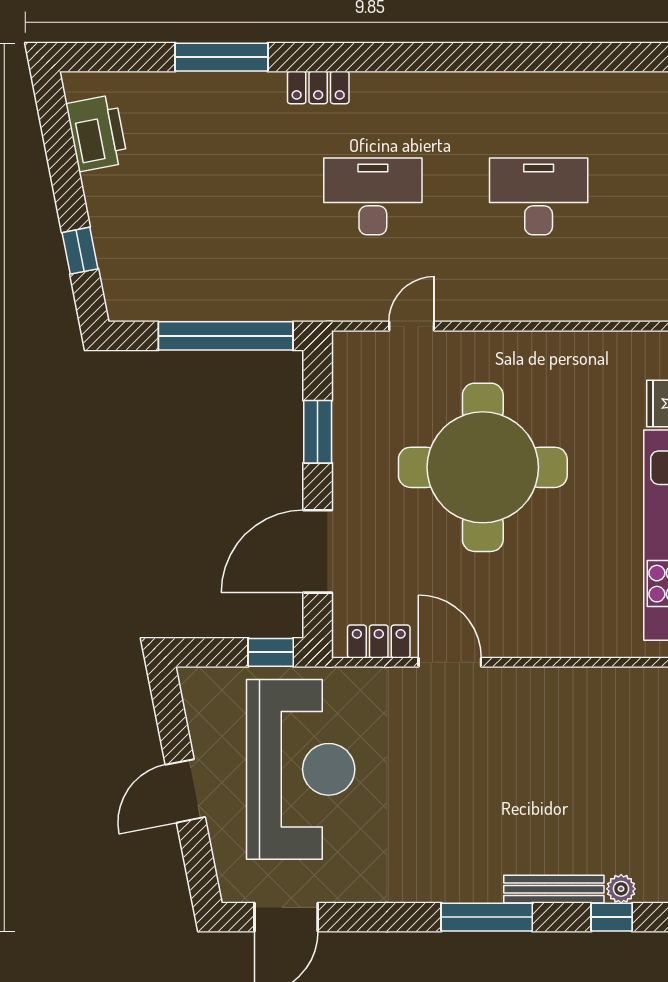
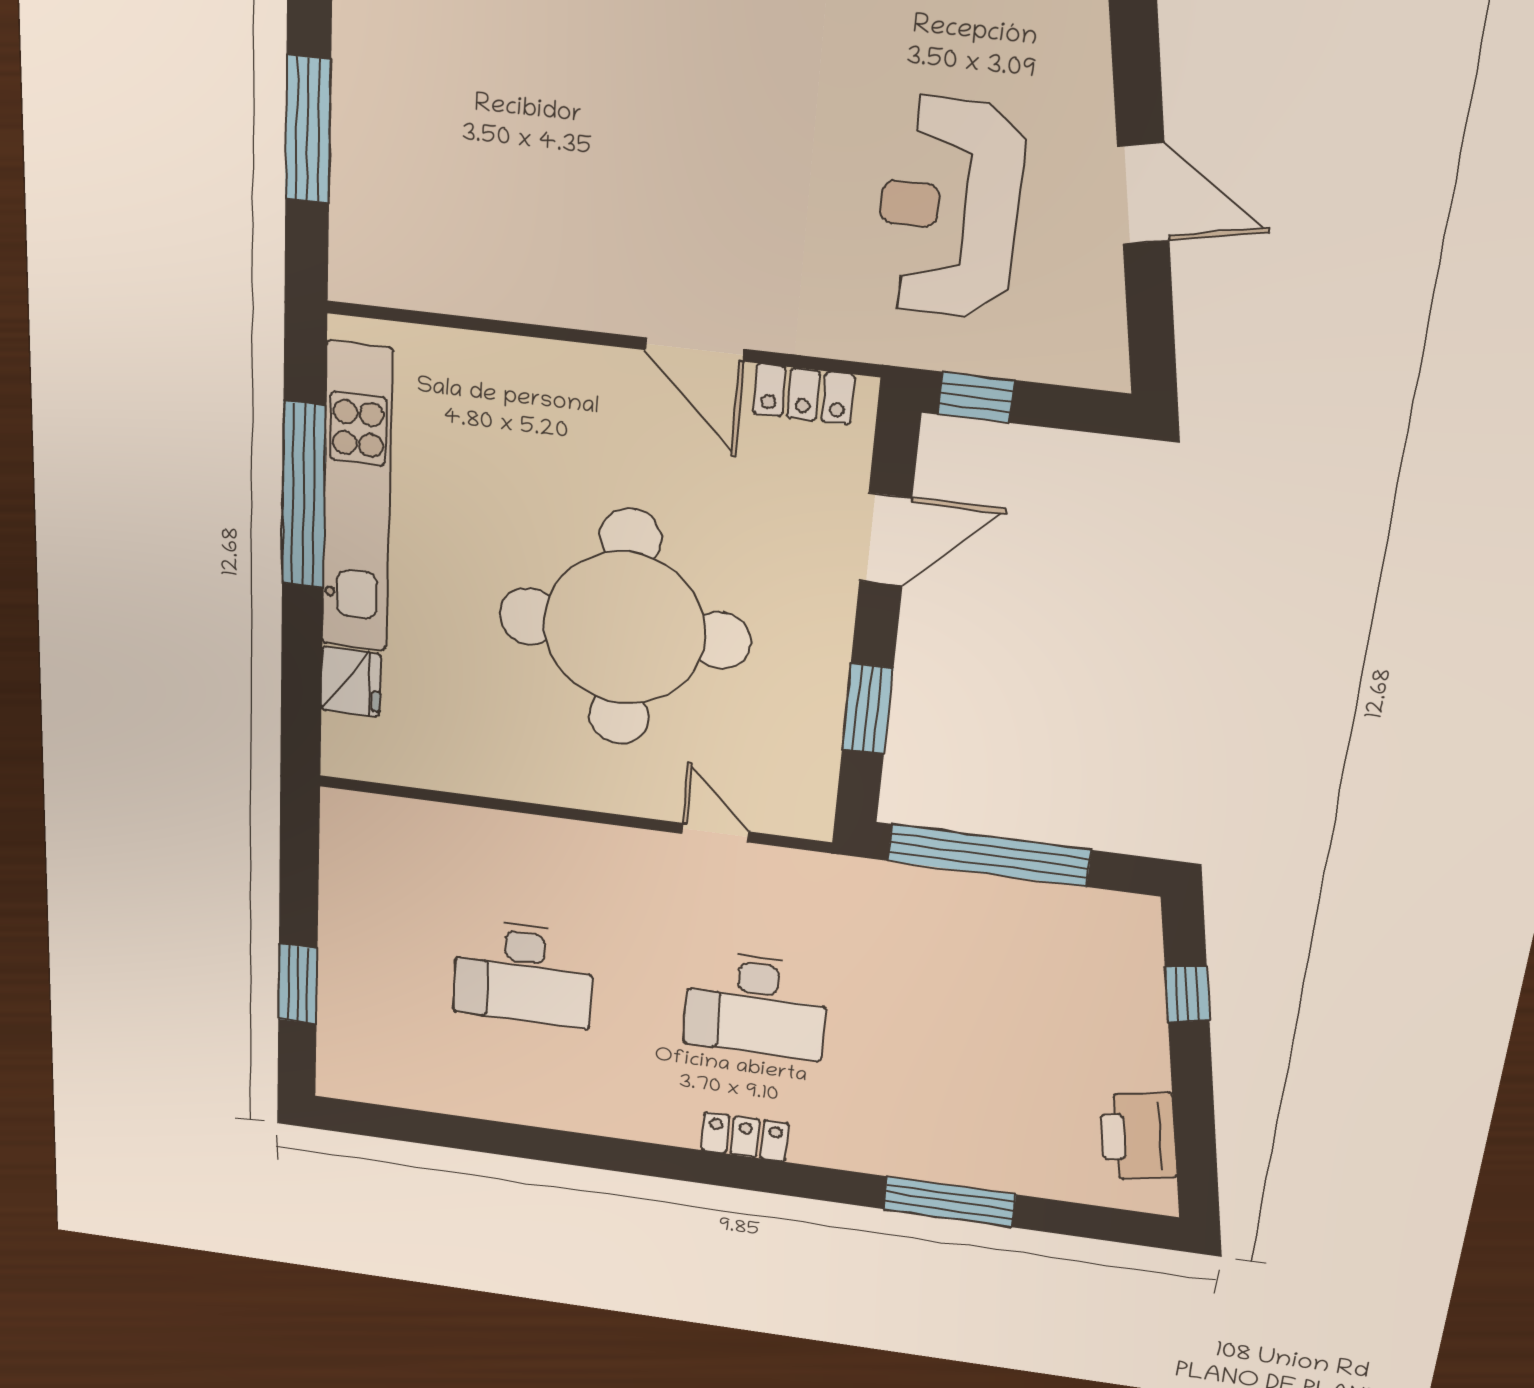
locker: (318, 87) -> (745, 1137), moved
door: (412, 326) -> (715, 833), swing flipped
door: (318, 551) -> (886, 540), width x0.73
reception desk: (301, 769) -> (949, 208), width x0.74, depth x0.77
door: (185, 791) -> (1143, 194), hinge flipped

